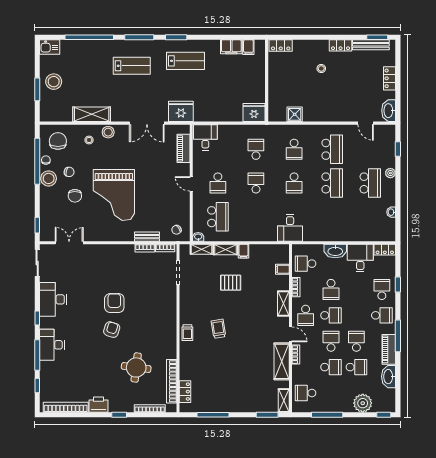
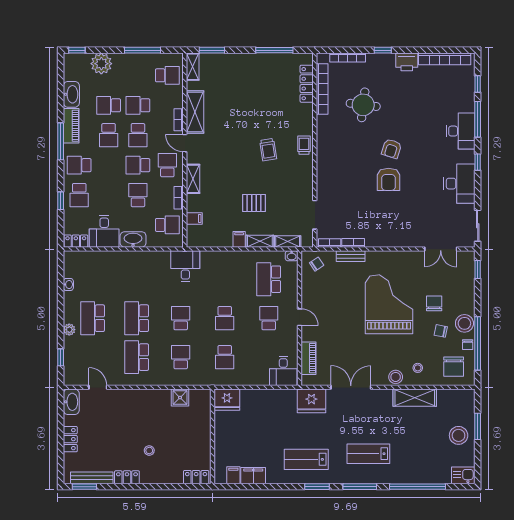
locker: (185, 392) -> (307, 84), width x1.53

